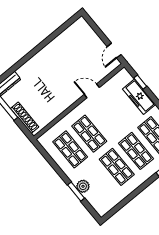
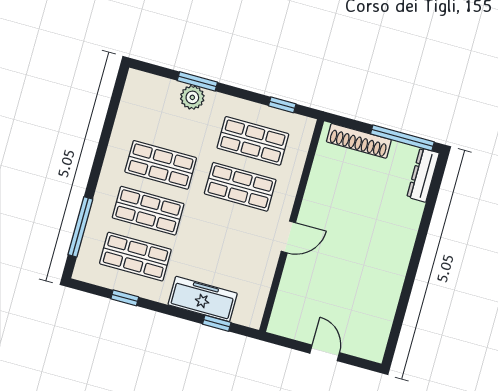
door: (114, 51) -> (325, 353), moved
door: (92, 91) -> (288, 237), moved
window: (47, 156) -> (282, 105), added

